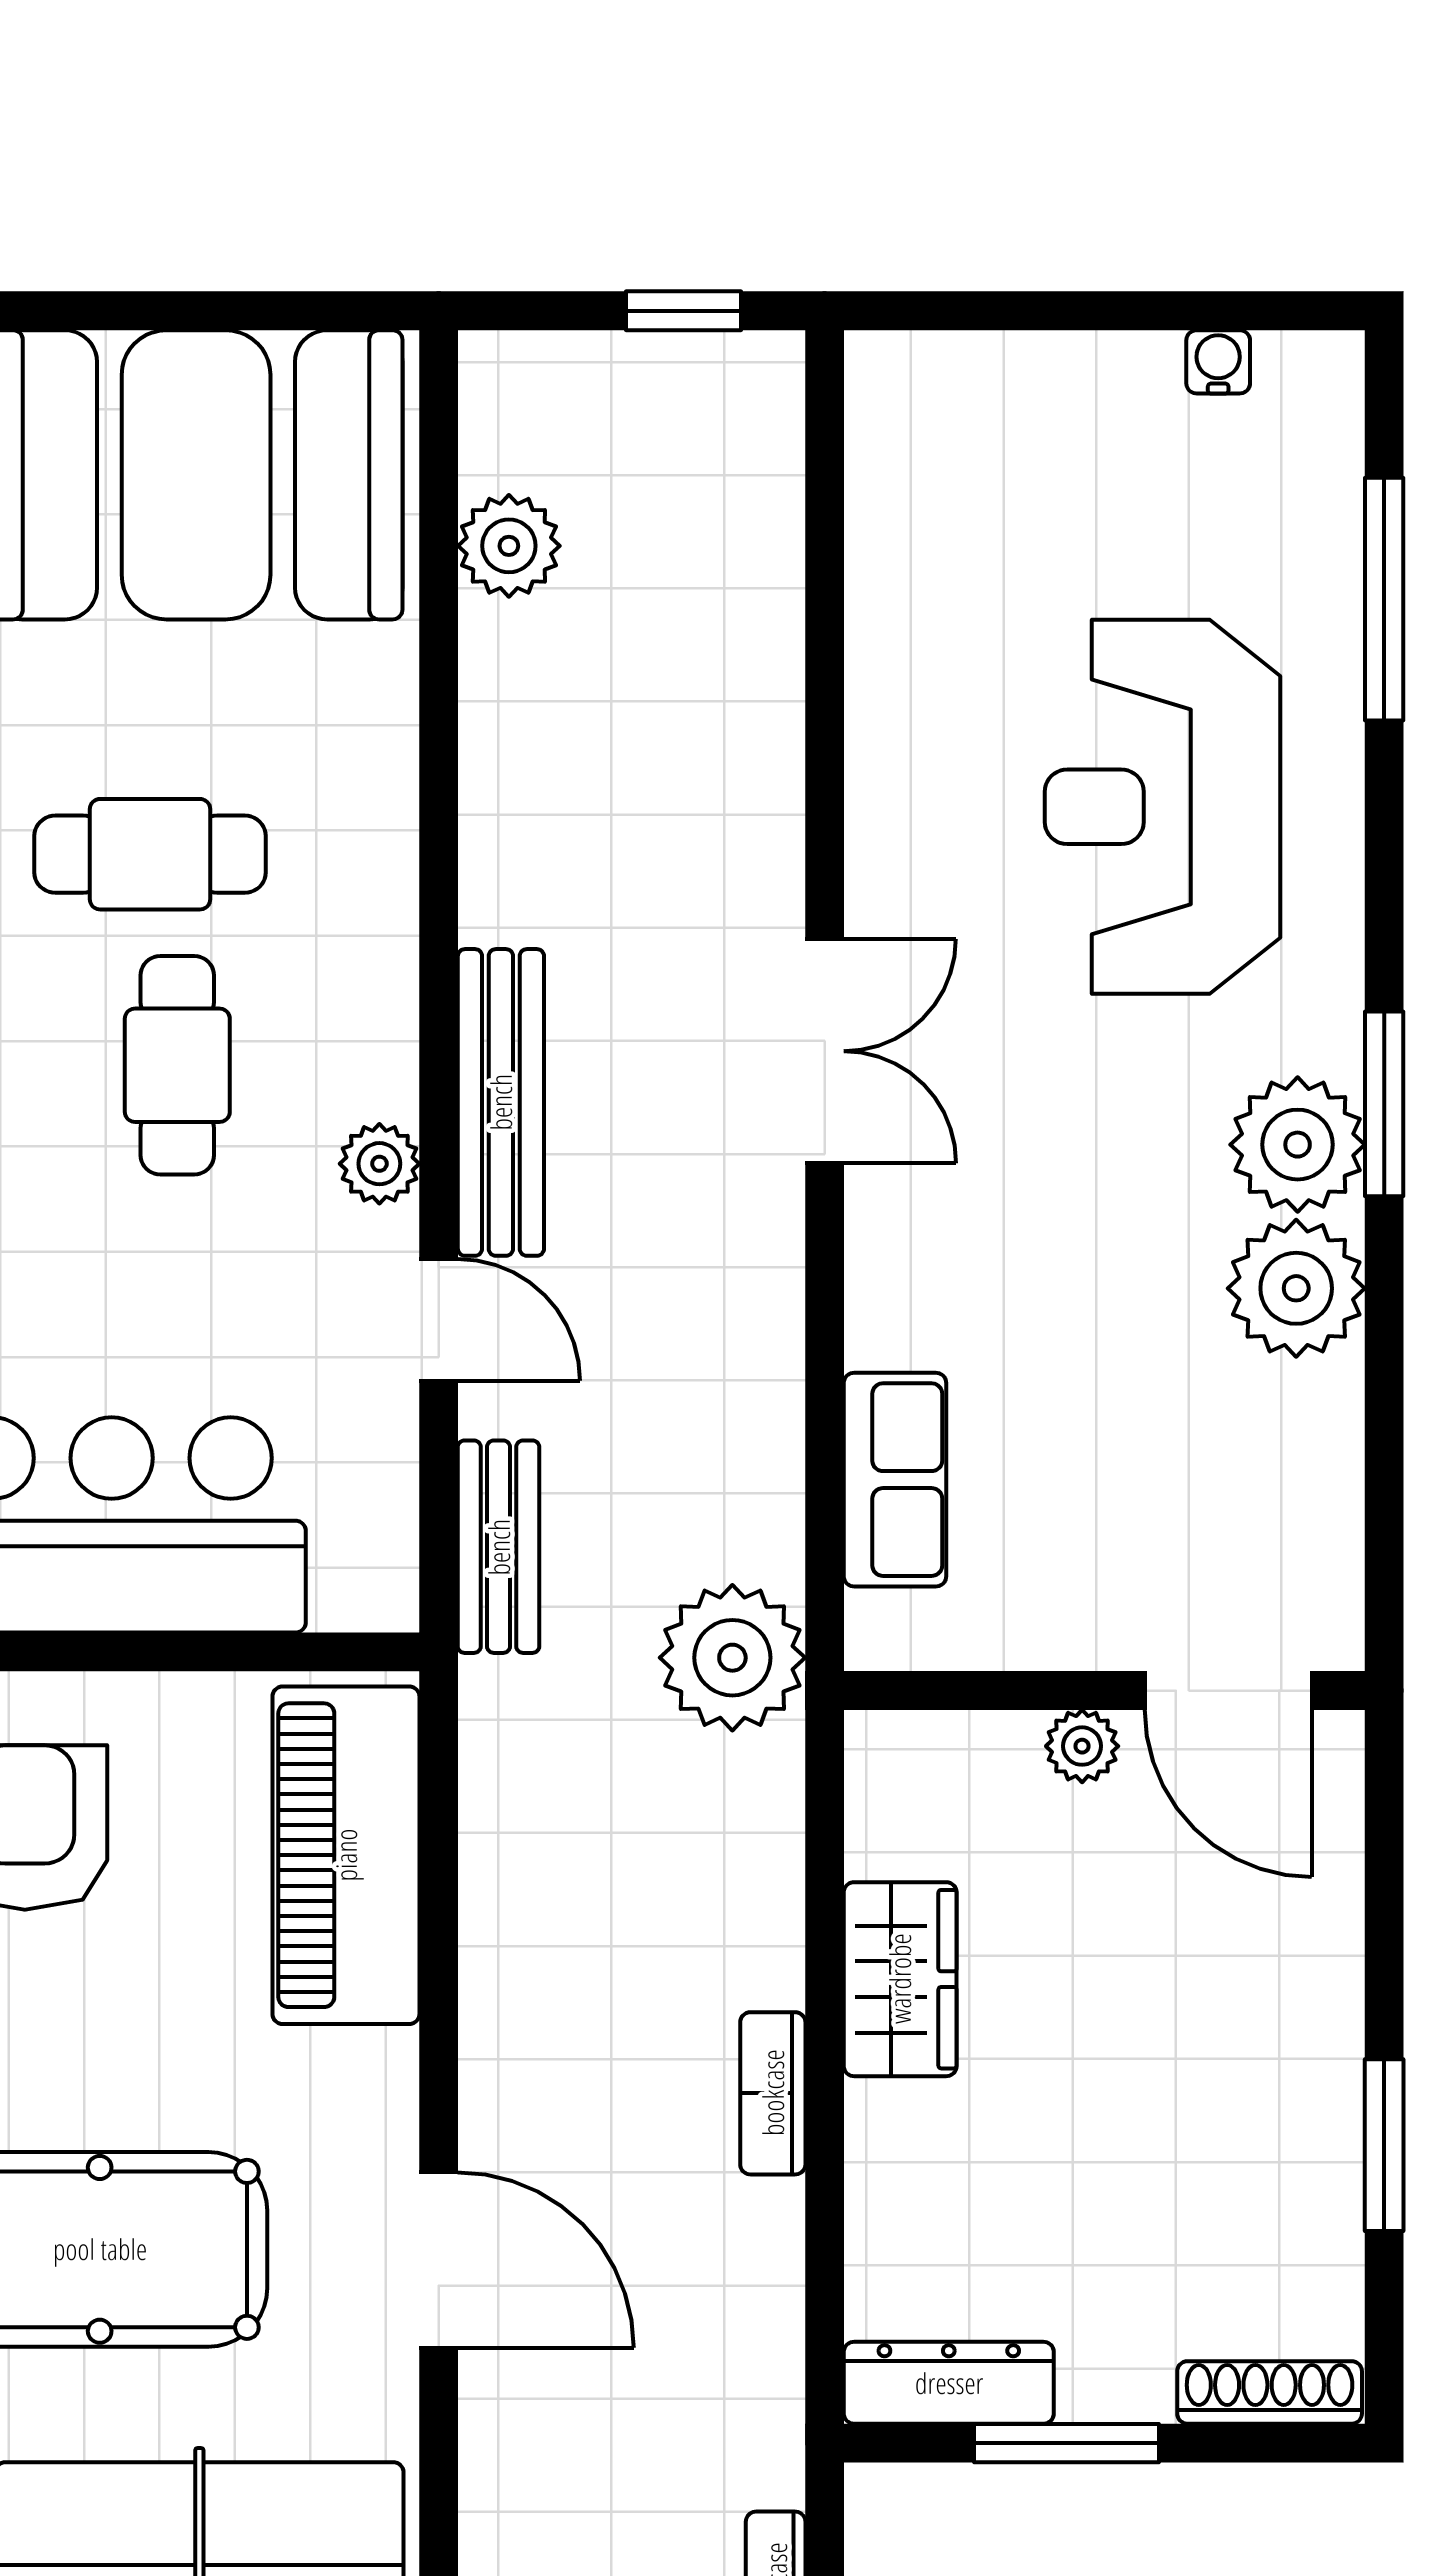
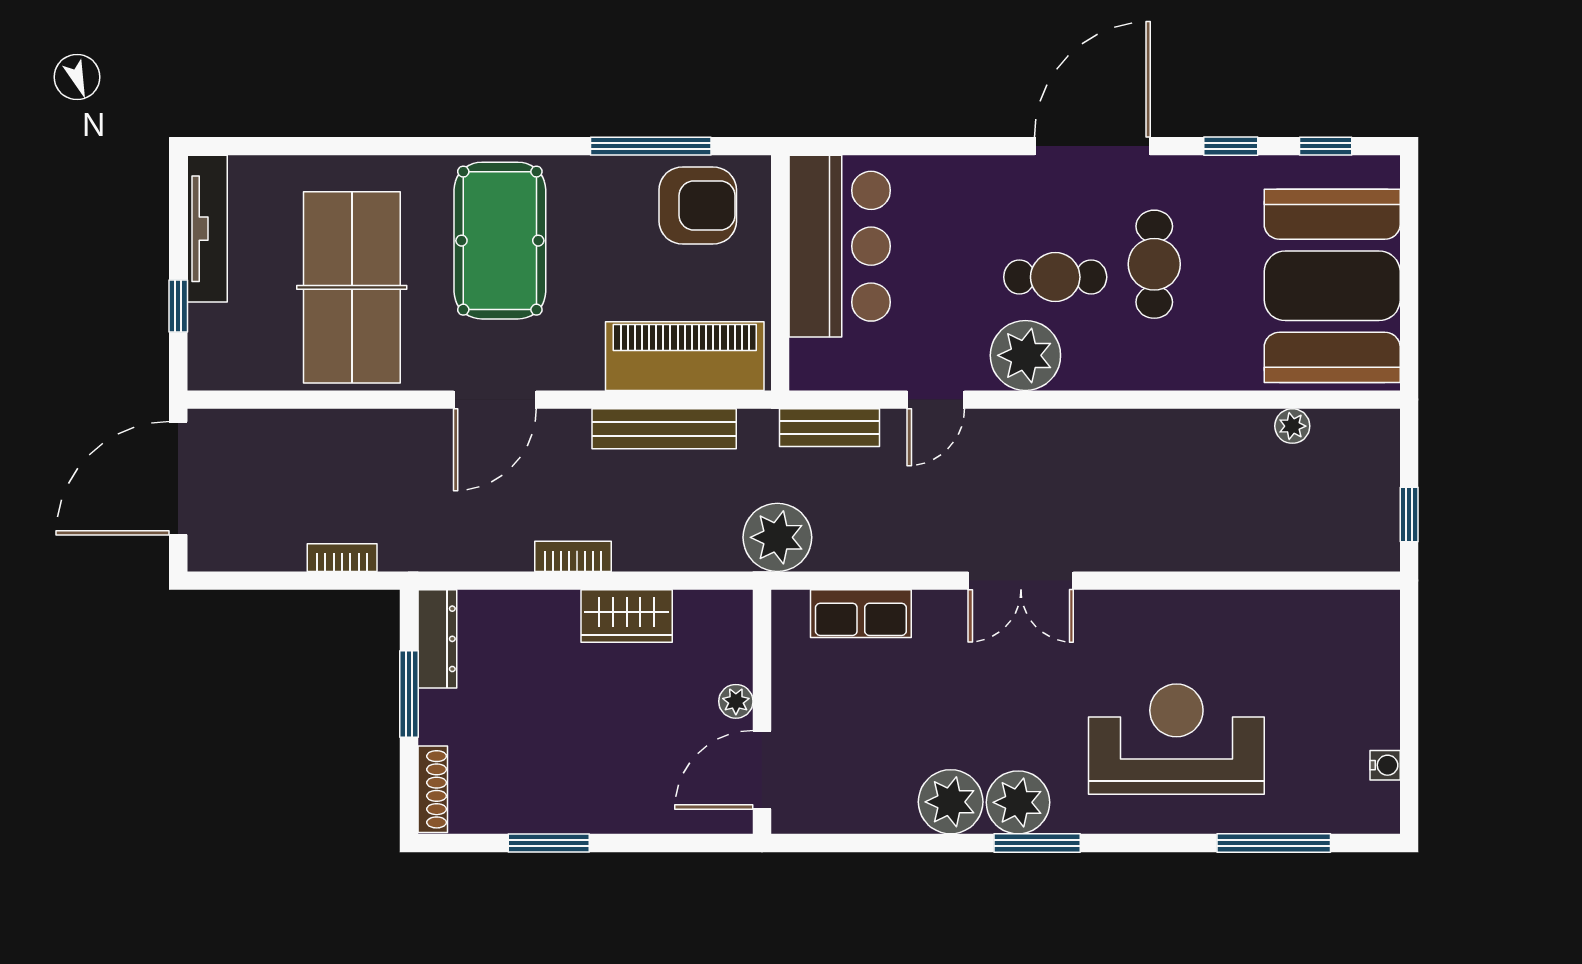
plant: (509, 546) -> (1292, 426), width x0.73, depth x0.73
double door: (825, 1051) -> (1021, 581), moved
bench: (501, 1102) -> (664, 429), moved
plant: (379, 1164) -> (1025, 355), width x1.88, depth x1.88

